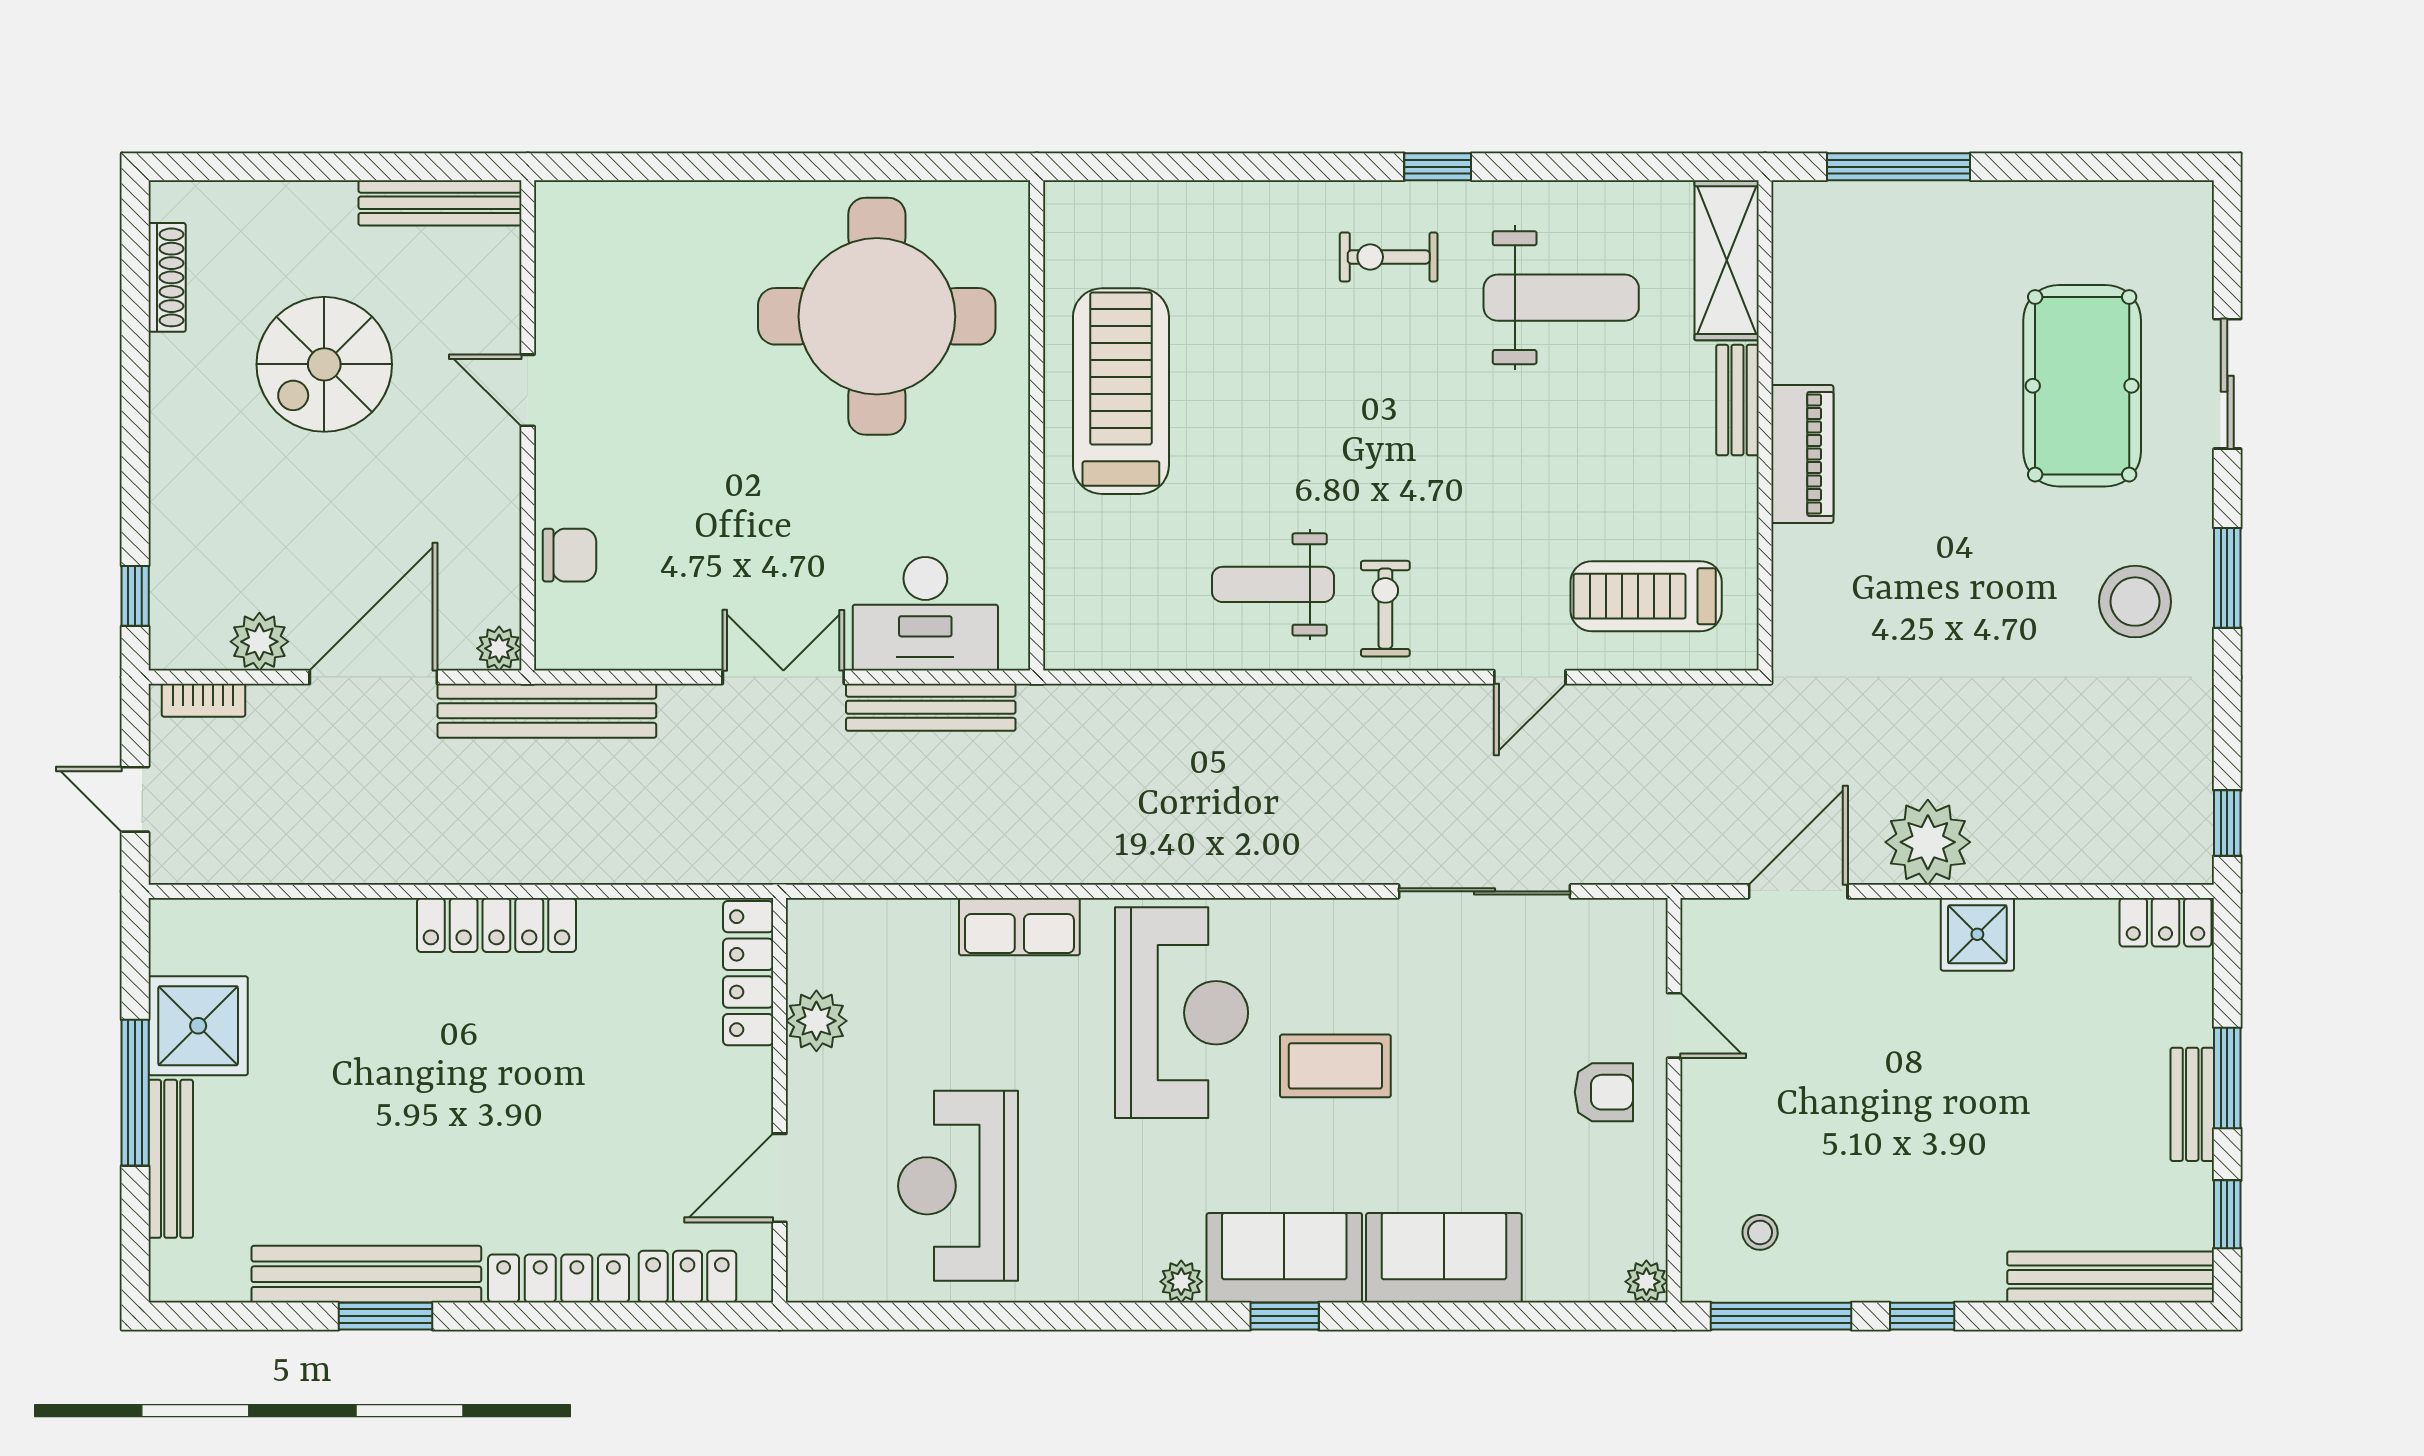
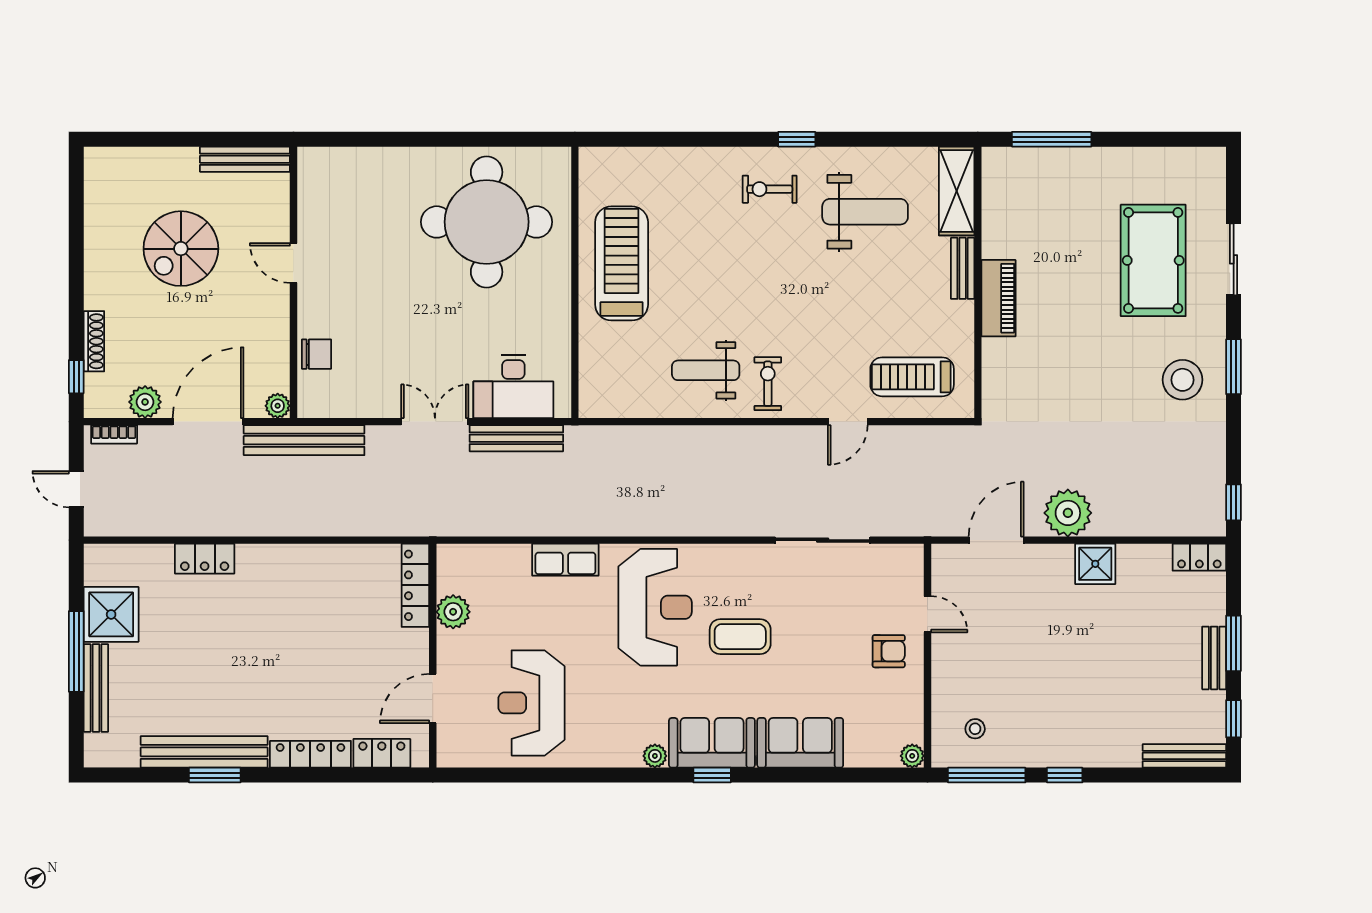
shoe rack: (167, 277) -> (94, 341), moved
locker: (496, 925) -> (205, 559), moved, width x0.66
bench: (2111, 1277) -> (1184, 756), width x0.73, depth x0.82

